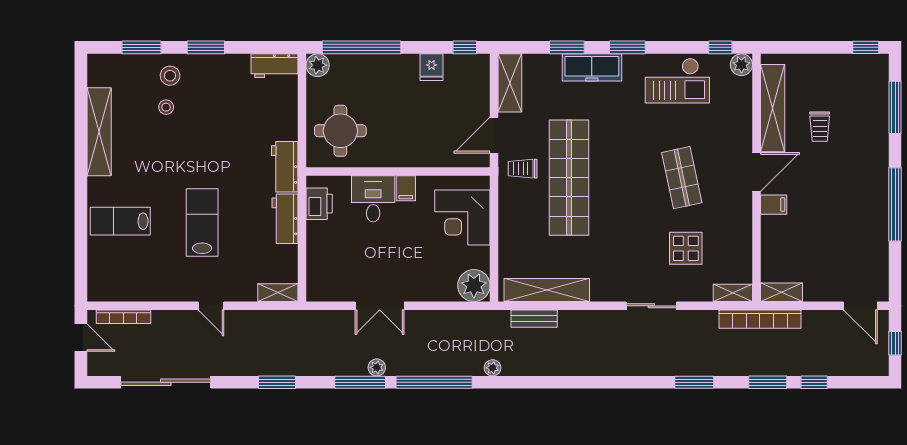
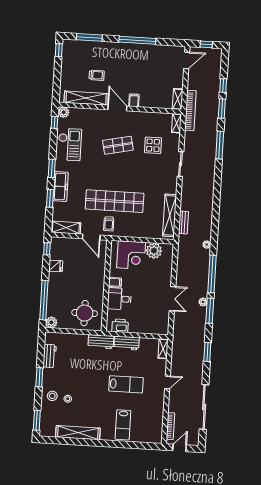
window: (142, 47) -> (37, 420), moved
workbench: (275, 66) -> (50, 356), moved
lab bench: (202, 223) -> (126, 384), turned 180
plant: (474, 286) -> (154, 251), moved
window: (694, 382) -> (220, 145), width x1.44

